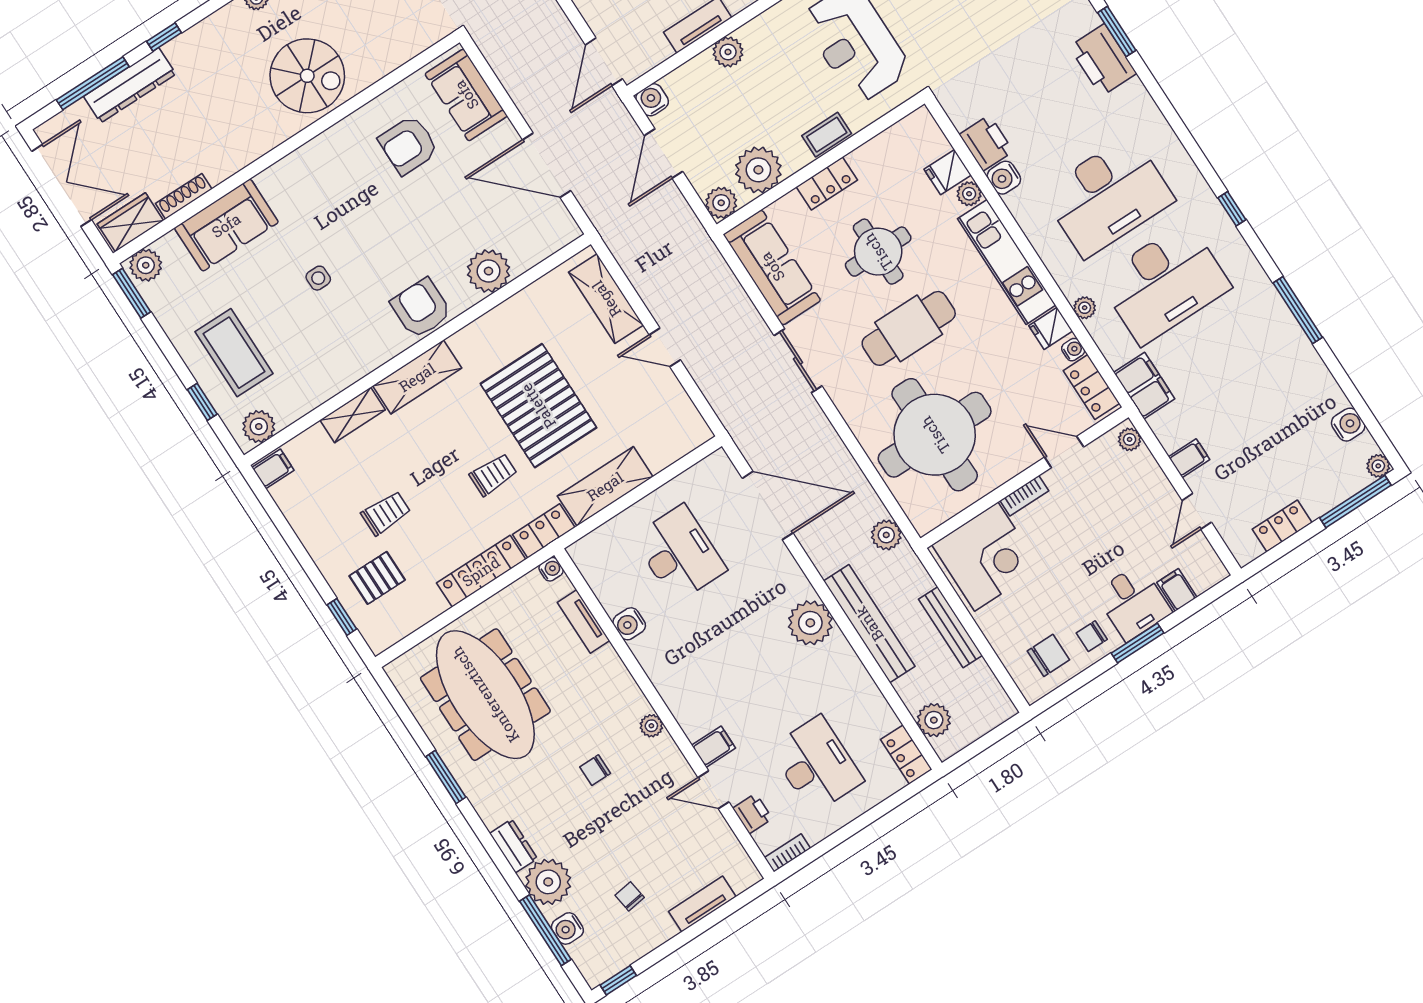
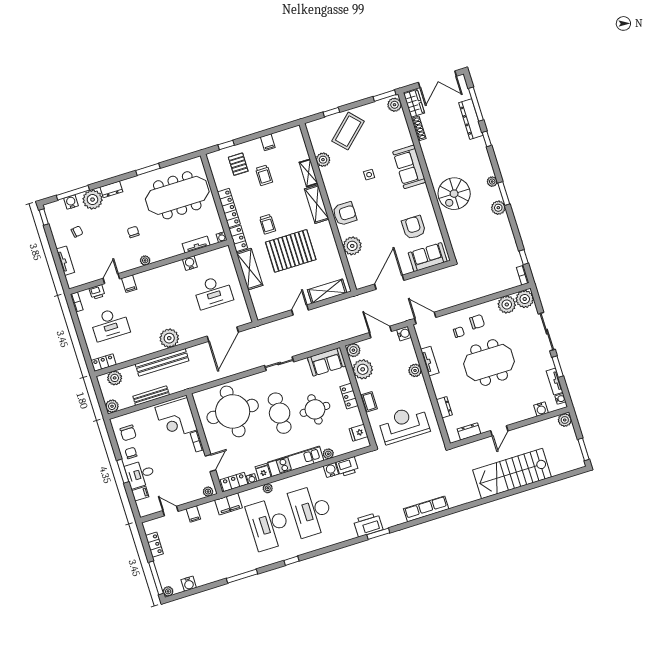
fridge: (948, 172) -> (359, 433), moved, turned -90
sofa: (226, 225) -> (409, 167), moved
sofa: (772, 267) -> (327, 362), width x0.73
coffee table: (234, 353) -> (348, 131), turned -43
plant: (259, 426) -> (323, 160), moved
filing cabinet: (273, 469) -> (268, 142), moved
plant: (886, 535) -> (112, 406), moved

